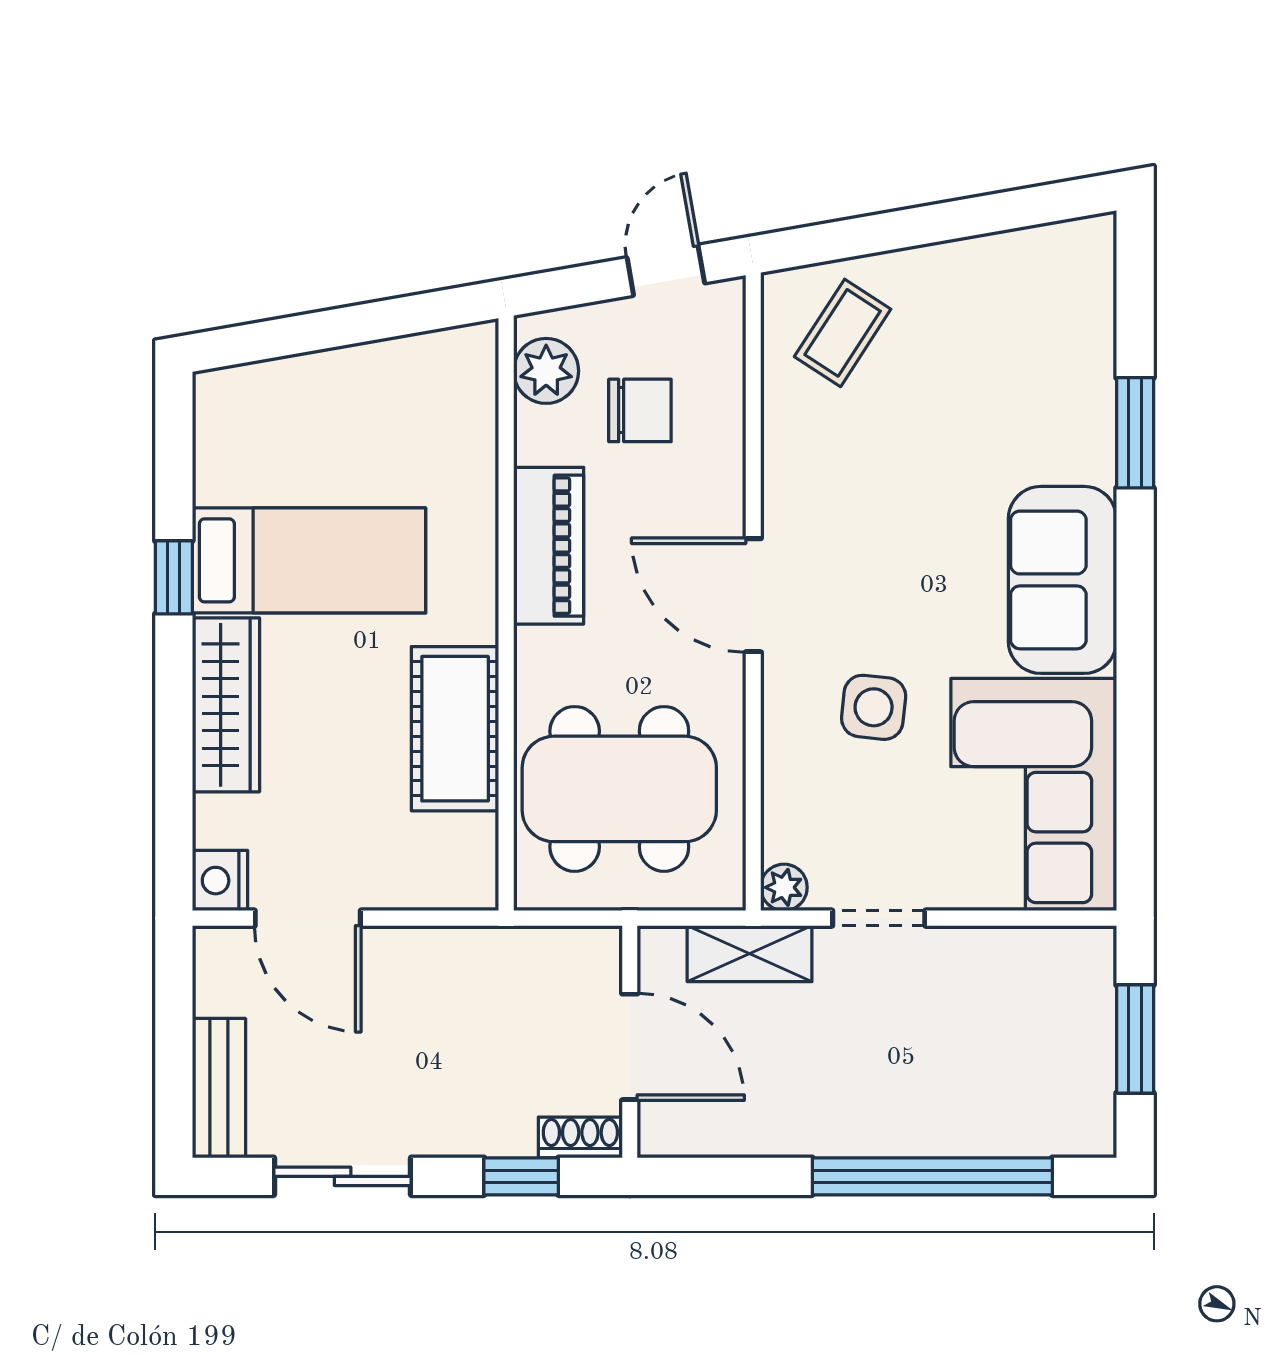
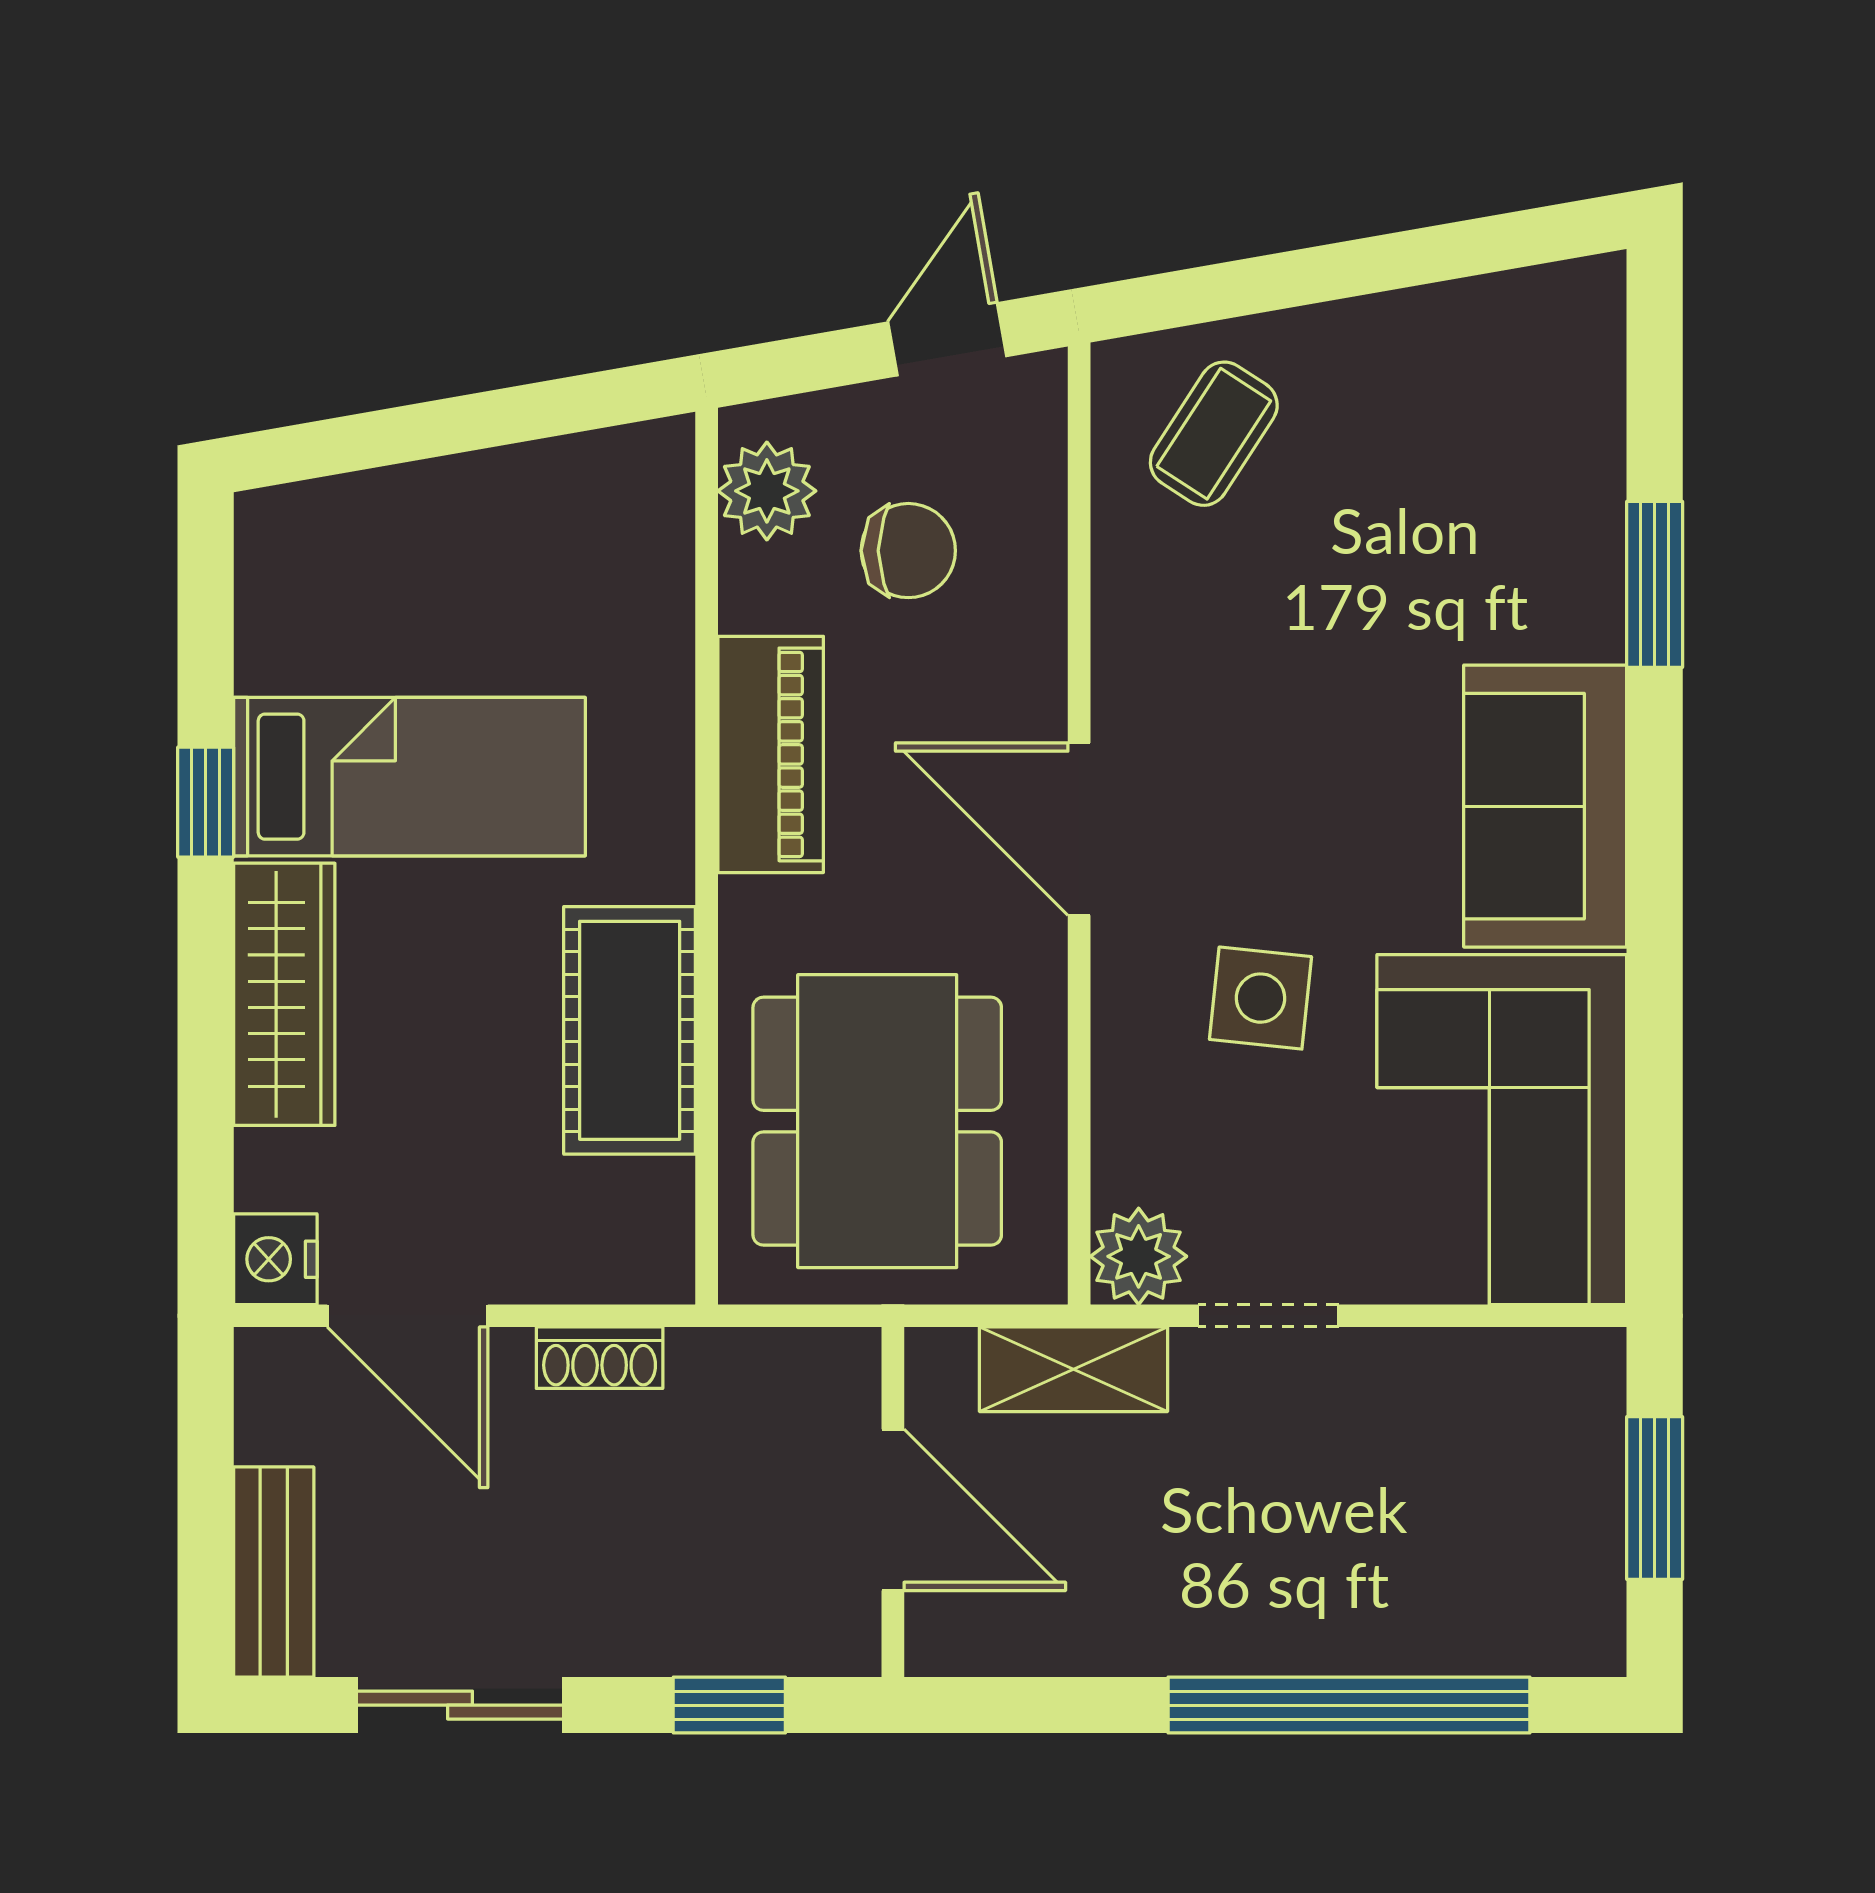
dining table: (619, 789) -> (877, 1121), turned 90
plant: (784, 887) -> (1139, 1256), width x1.38, depth x1.38
shoe rack: (580, 1137) -> (600, 1358), moved, turned 180

